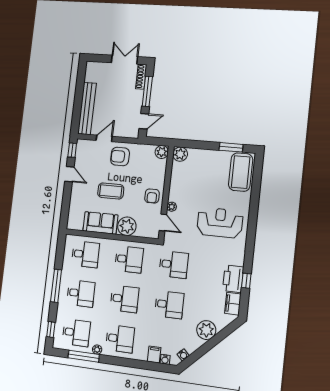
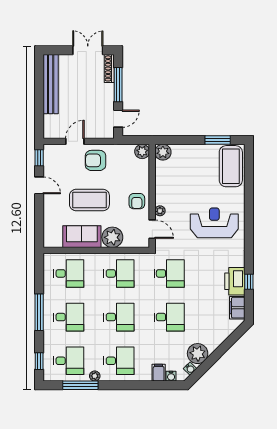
bench: (87, 108) -> (51, 84), moved
coffee table: (111, 191) -> (89, 200), width x1.36, depth x1.32
plant: (206, 330) -> (198, 354), moved

